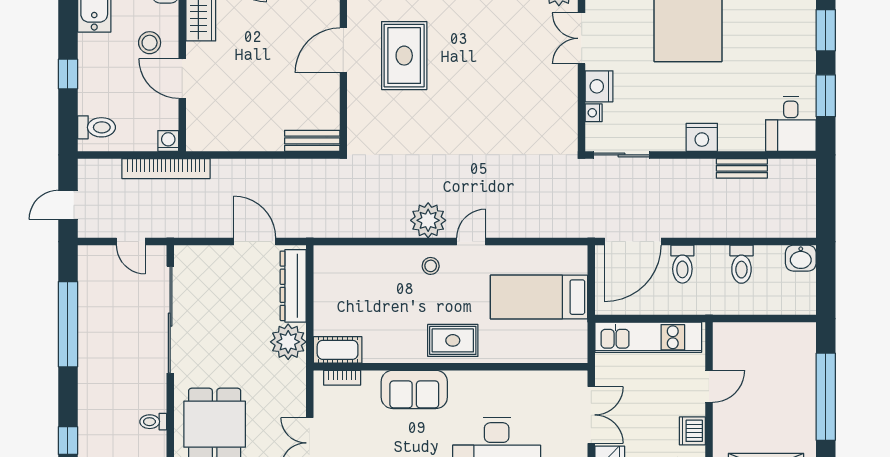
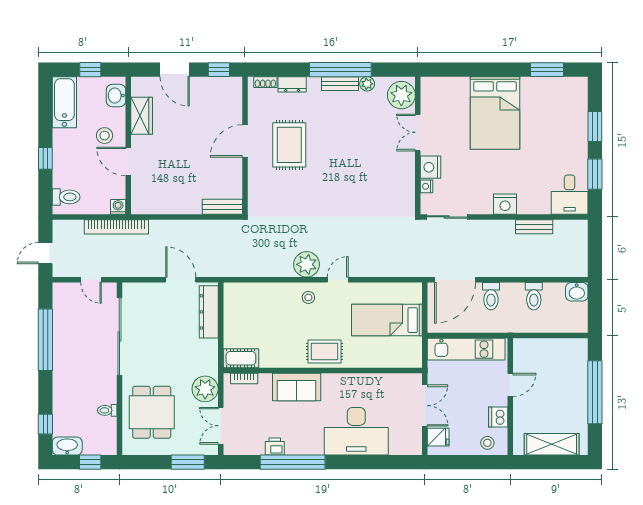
plant: (288, 342) -> (205, 389), moved

